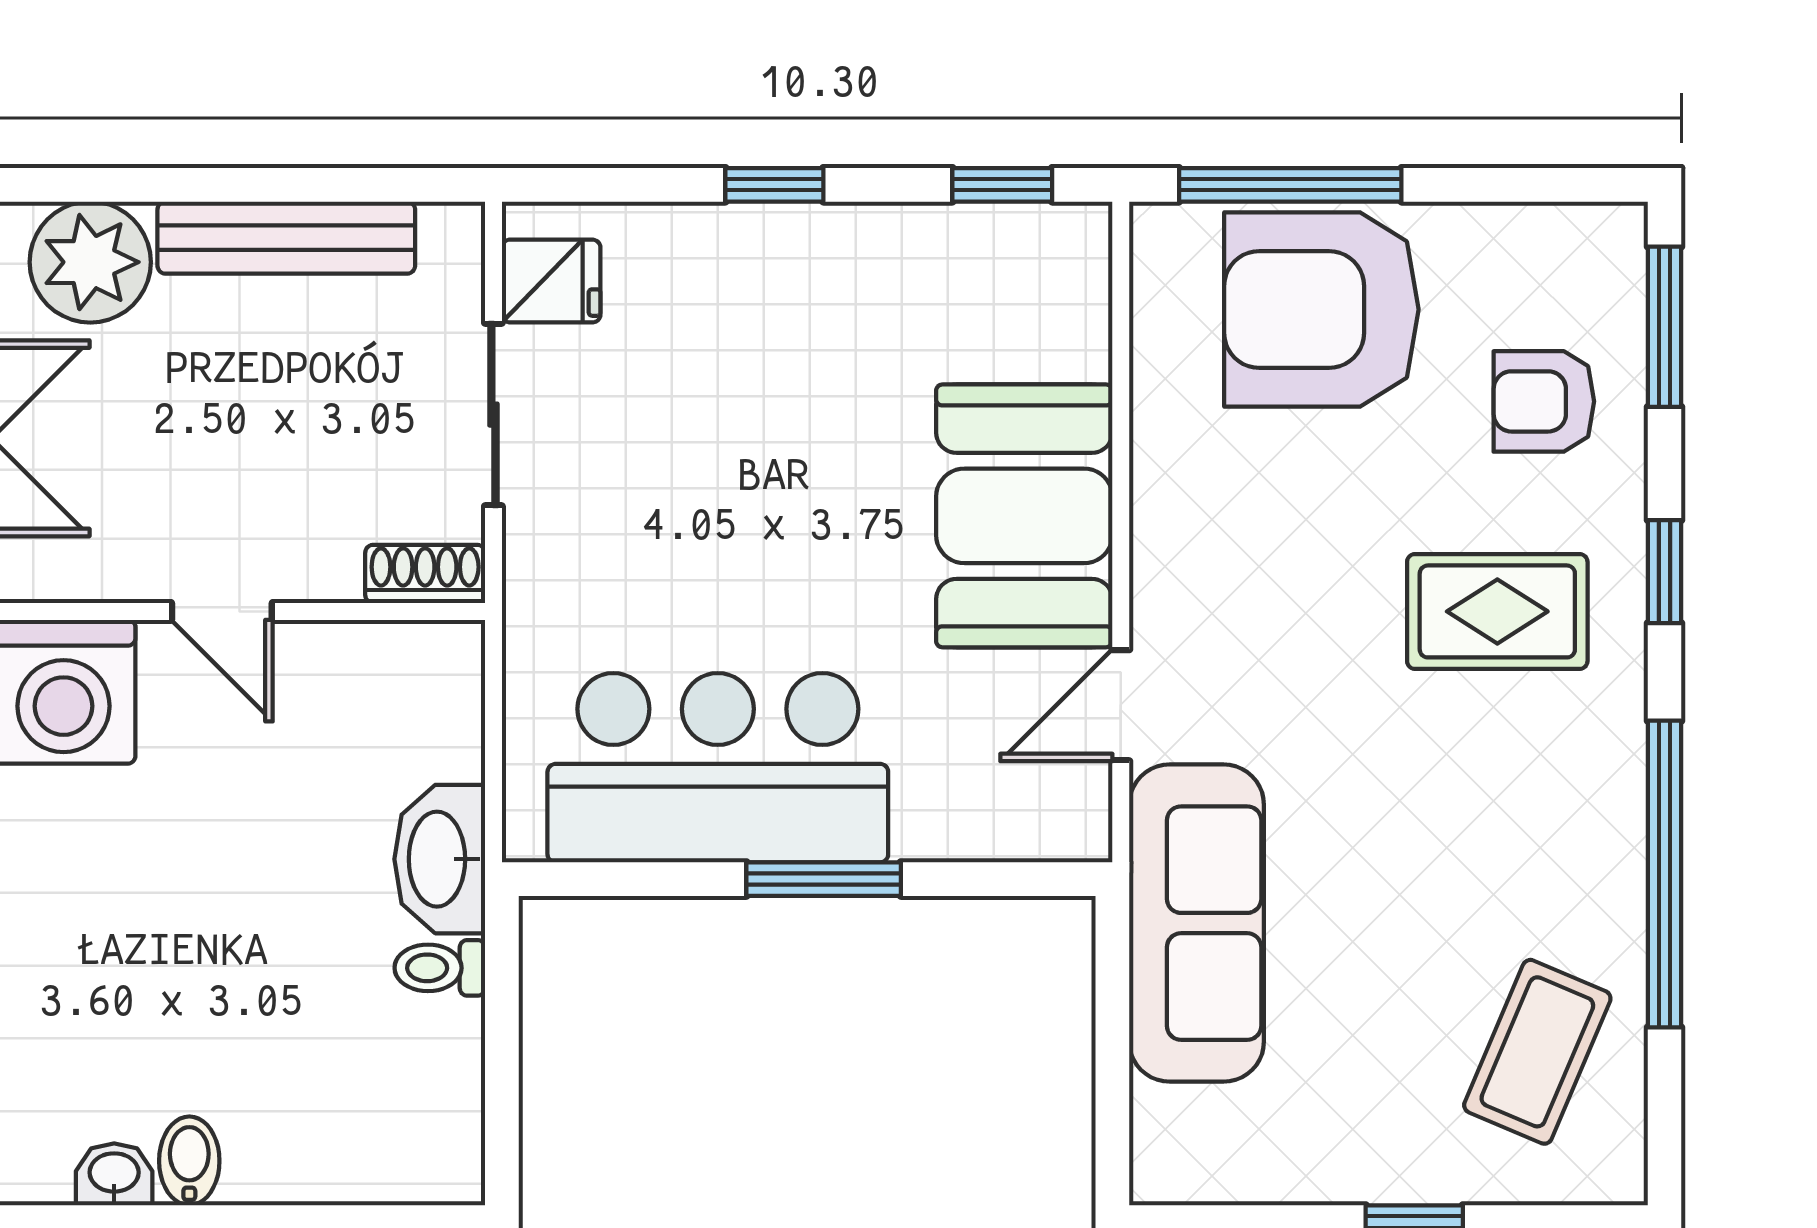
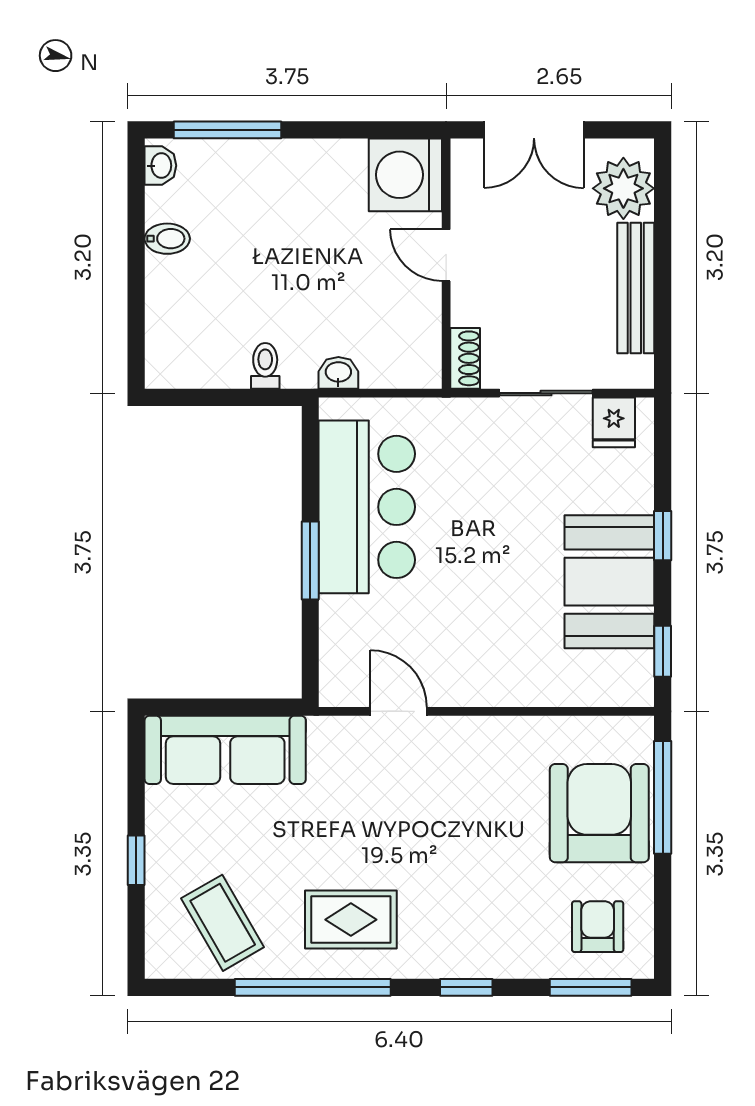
armchair: (1544, 401) -> (598, 927), moved
booth: (1024, 516) -> (609, 582), moved, turned 90
door: (222, 611) -> (446, 255), hinge flipped
rug: (1497, 611) -> (351, 920), moved, turned 90
washbasin: (440, 859) -> (338, 373), width x0.52, depth x0.69
sofa: (1197, 923) -> (225, 750), moved
coffee table: (1537, 1052) -> (223, 923), turned 37
washbasin: (114, 1174) -> (160, 166), moved

